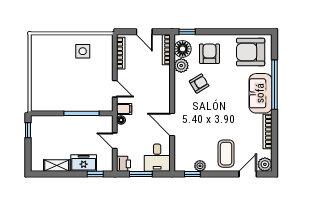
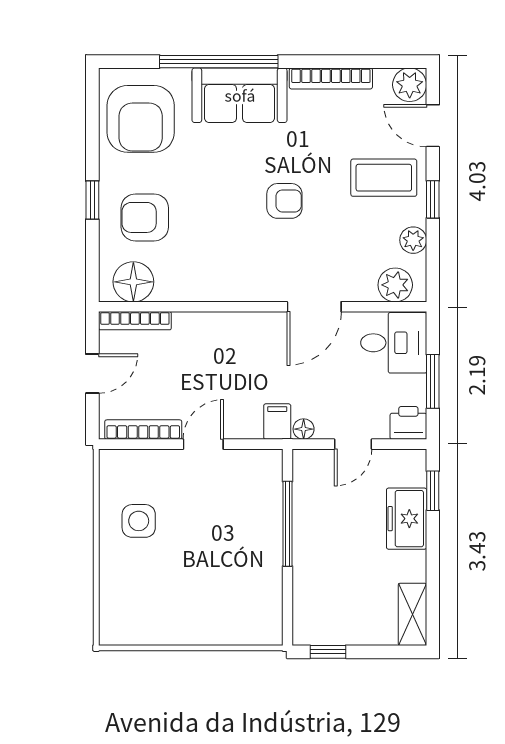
window: (187, 32) -> (92, 200), moved
plant: (181, 66) -> (395, 285), moved
armchair: (199, 83) -> (284, 201), moved, turned 121
door: (115, 89) -> (203, 444), moved
shelving: (57, 166) -> (412, 614), moved
window: (192, 174) -> (433, 199), moved

